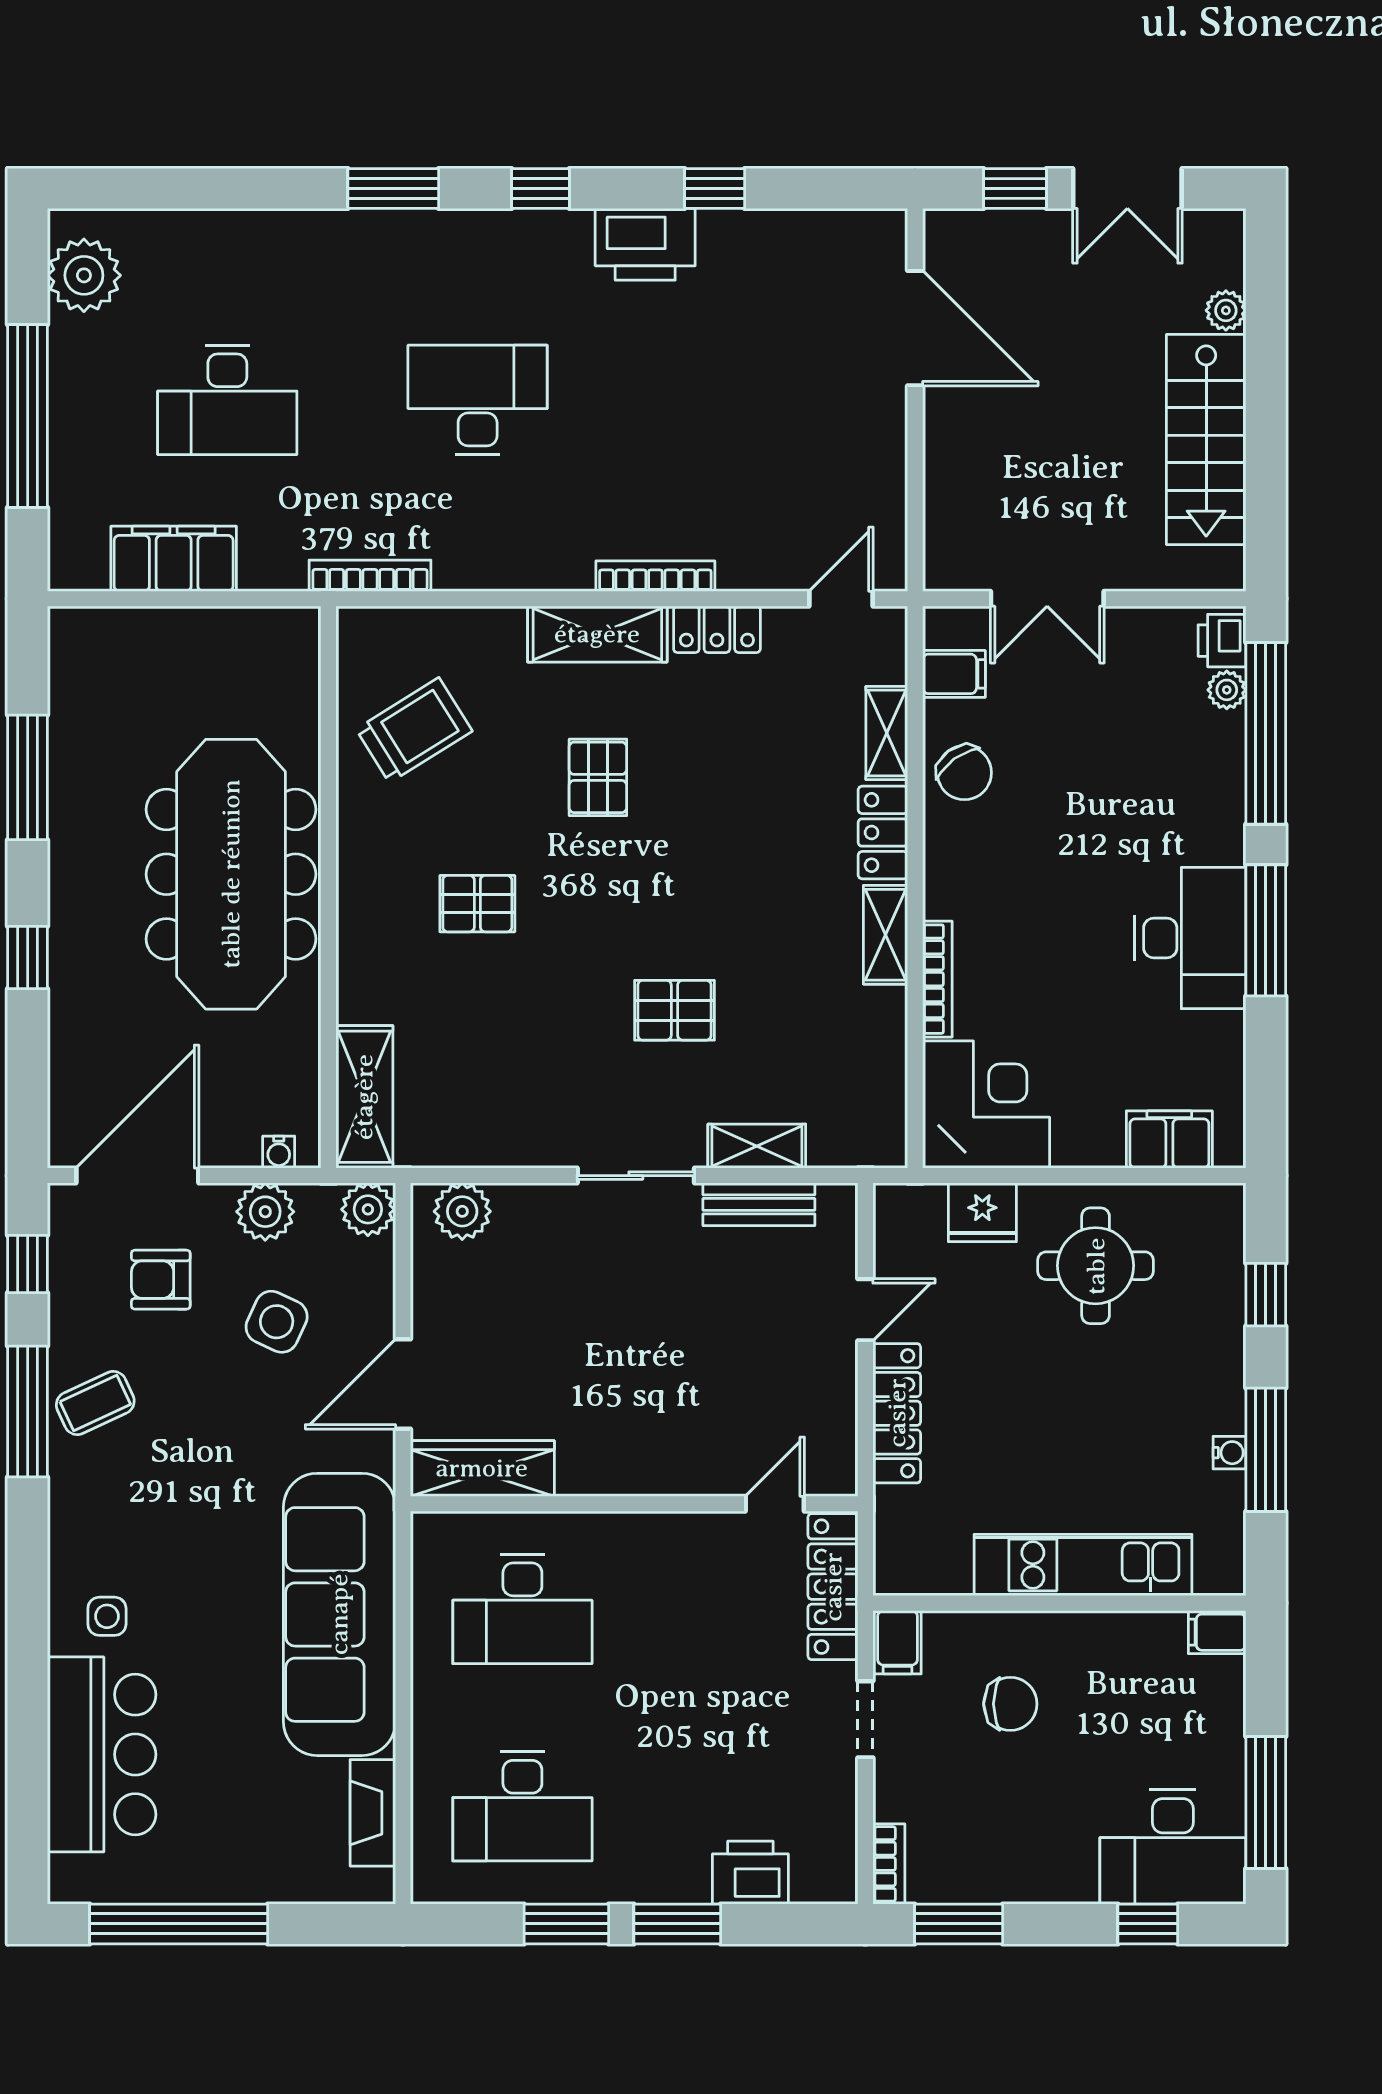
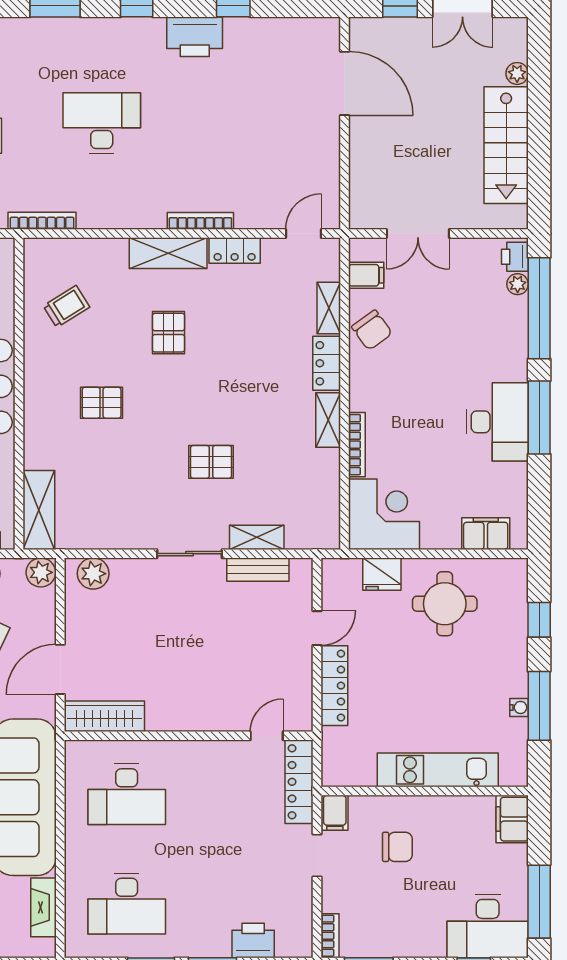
trolley: (414, 730) -> (66, 306), width x0.73, depth x0.72
filing cabinet: (1217, 1632) -> (512, 819), width x2.00

